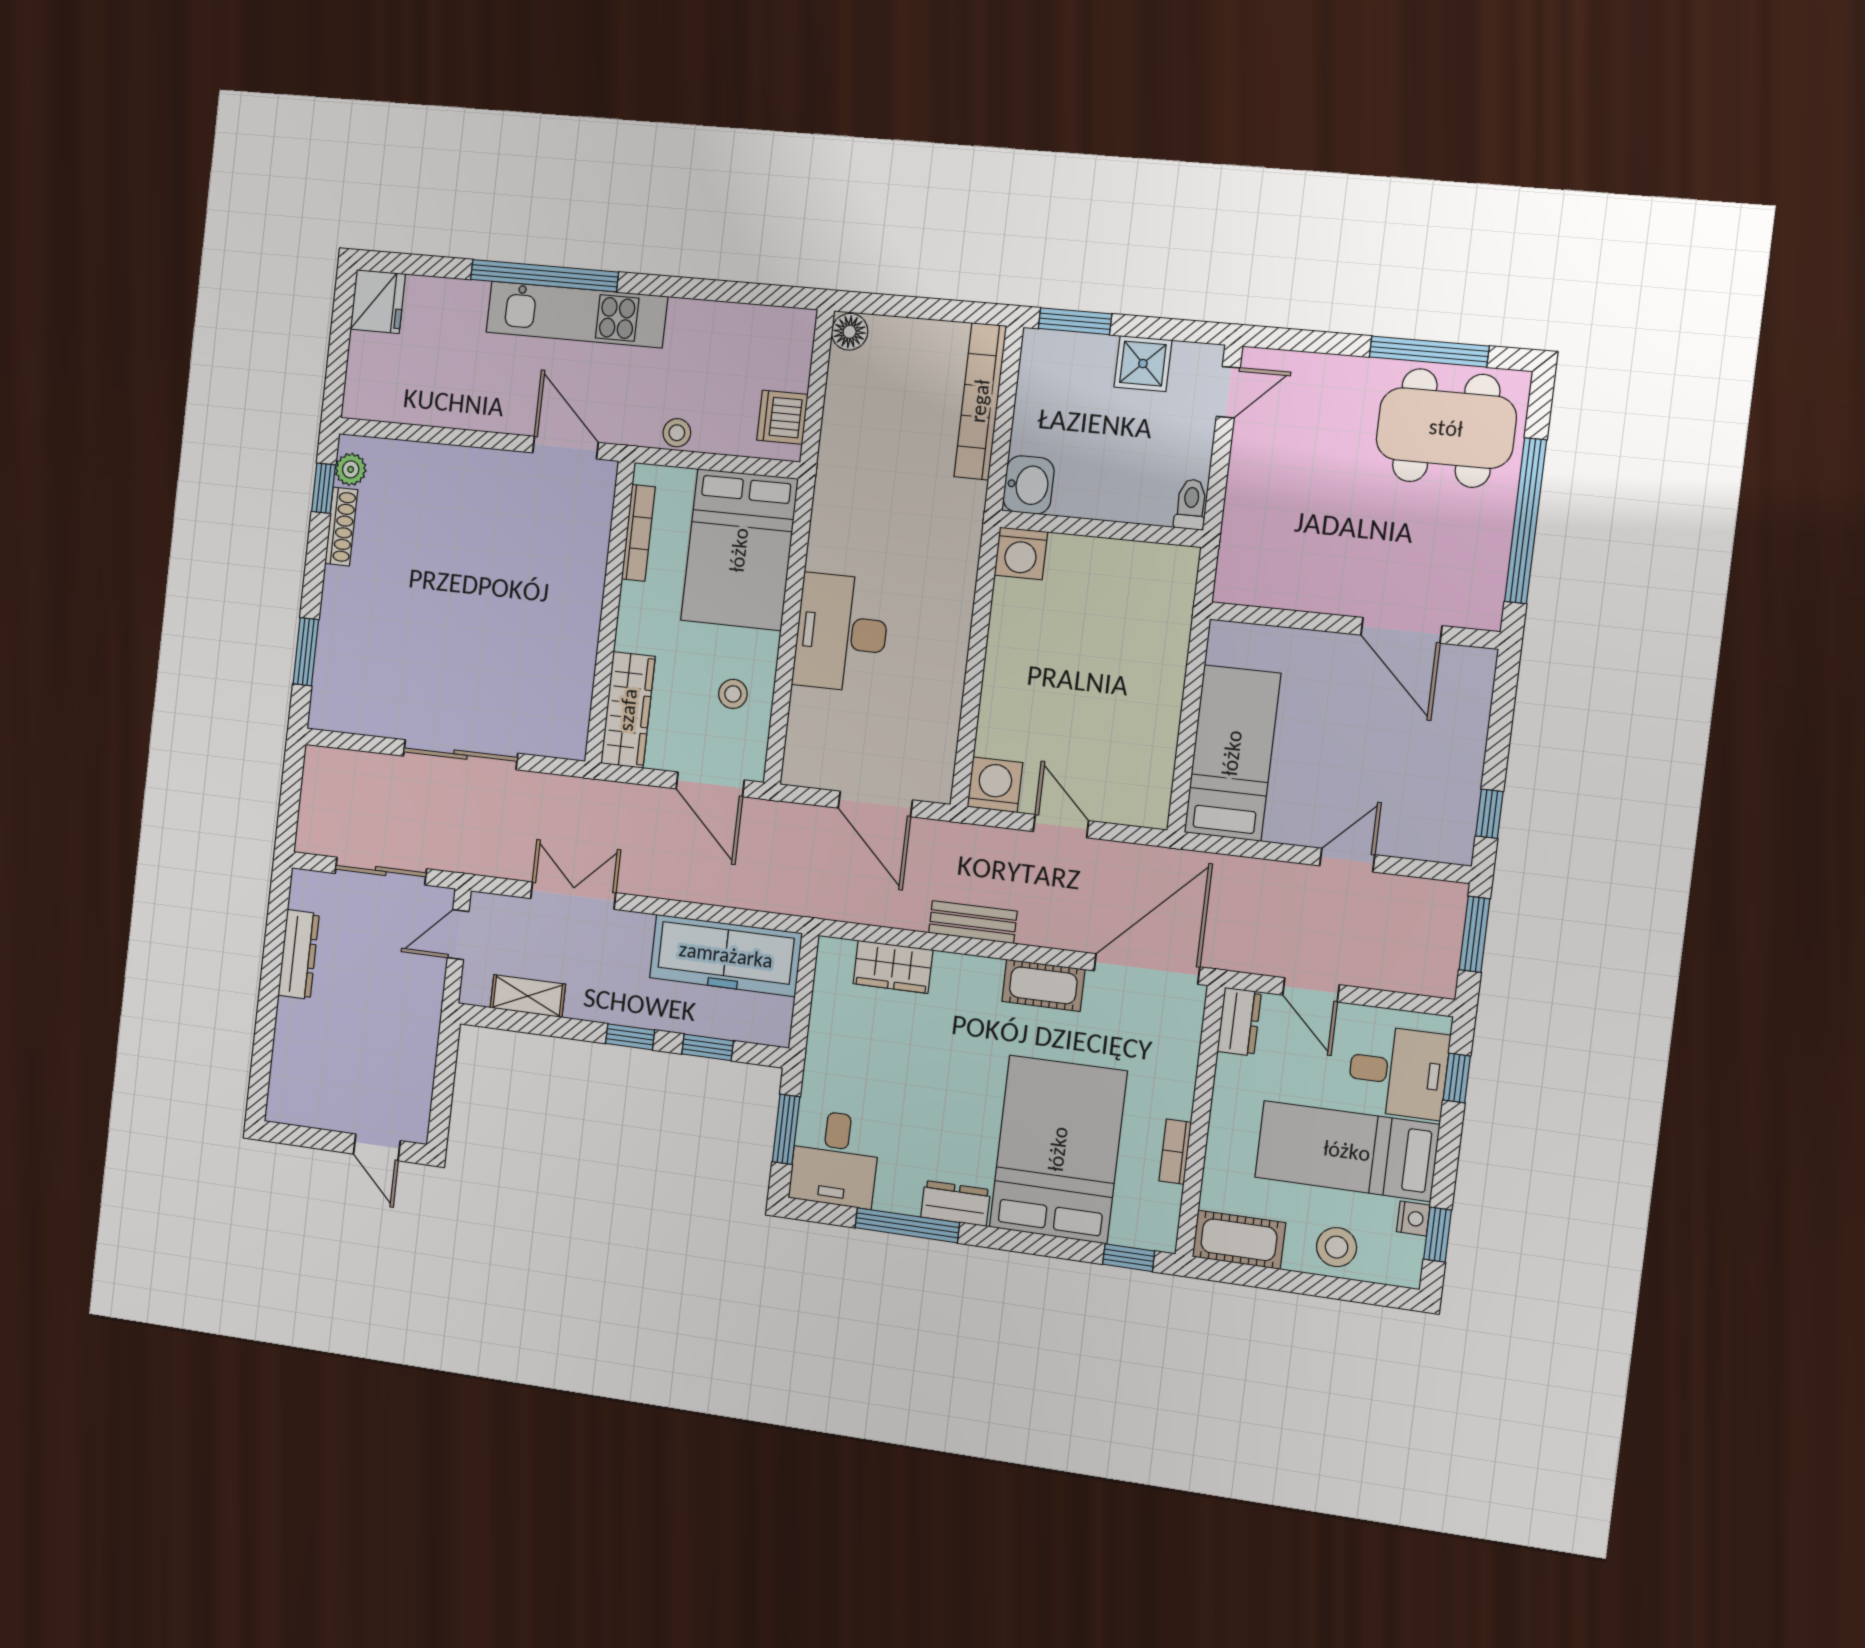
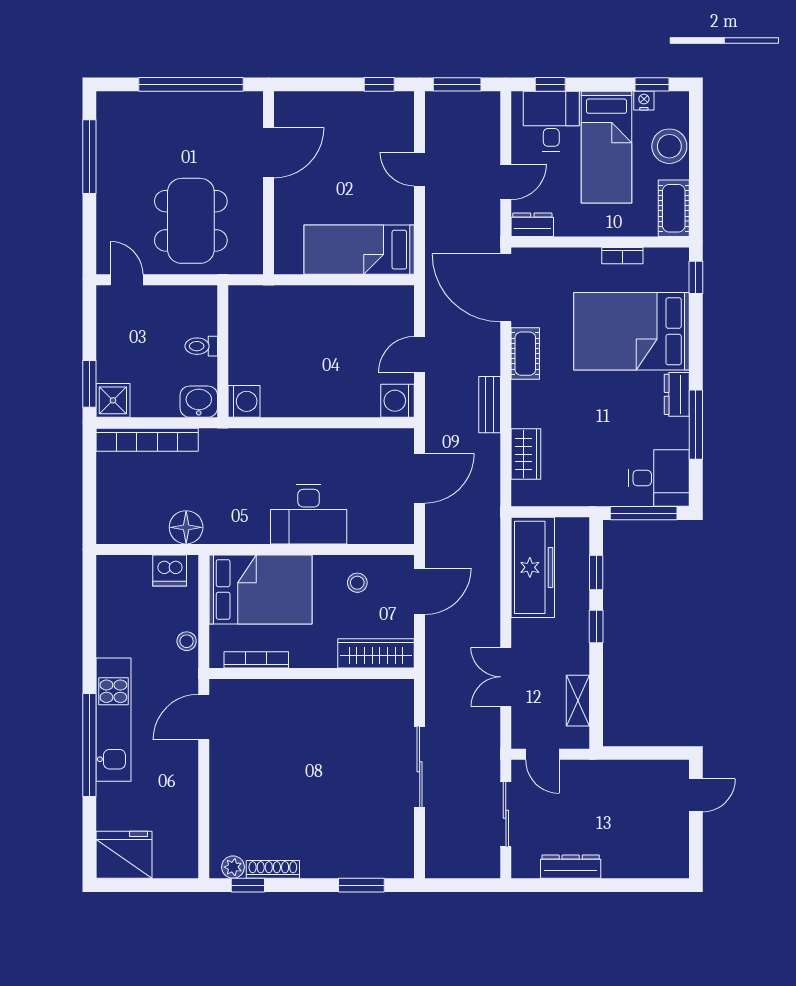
fridge: (378, 302) -> (124, 855), width x1.36, depth x1.34
floor lamp: (850, 332) -> (186, 527), moved, width x1.38, depth x1.38
shower: (1143, 364) -> (113, 400), moved
dining table: (1446, 428) -> (191, 221), moved
toilet: (1191, 504) -> (201, 346), moved
window: (786, 1129) -> (644, 513), width x1.44
stool: (1337, 1247) -> (669, 146), width x1.38, depth x1.38

